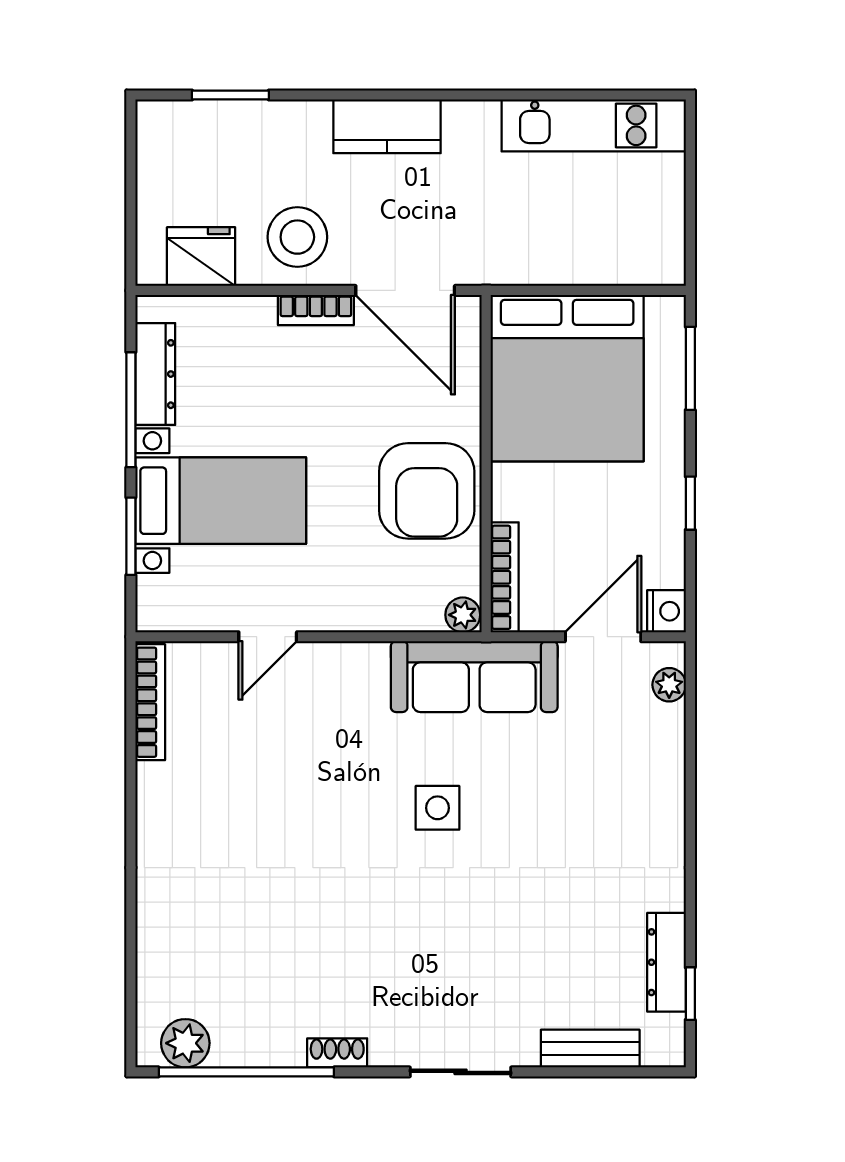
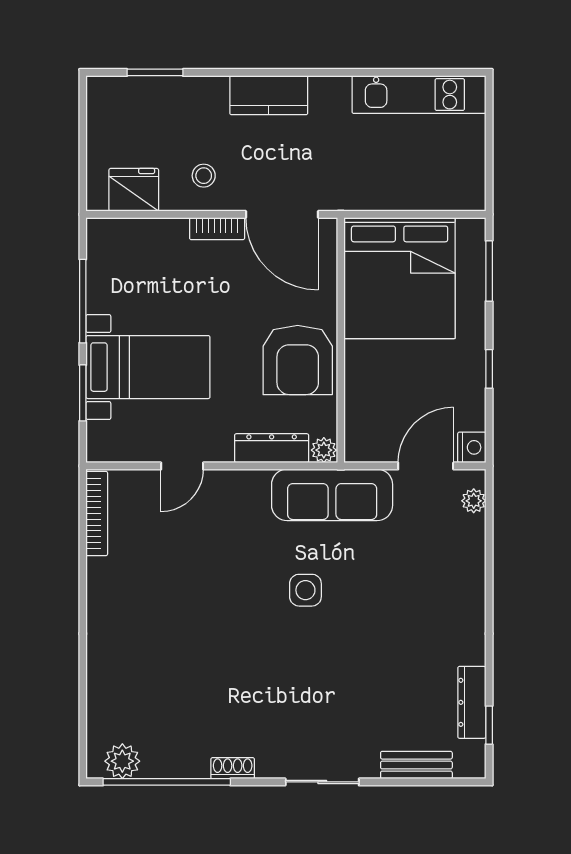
stool: (297, 237) -> (204, 176), width x0.53, depth x0.53
dresser: (155, 374) -> (272, 448), moved, turned -90
bookcase: (505, 577) -> (354, 423), removed

